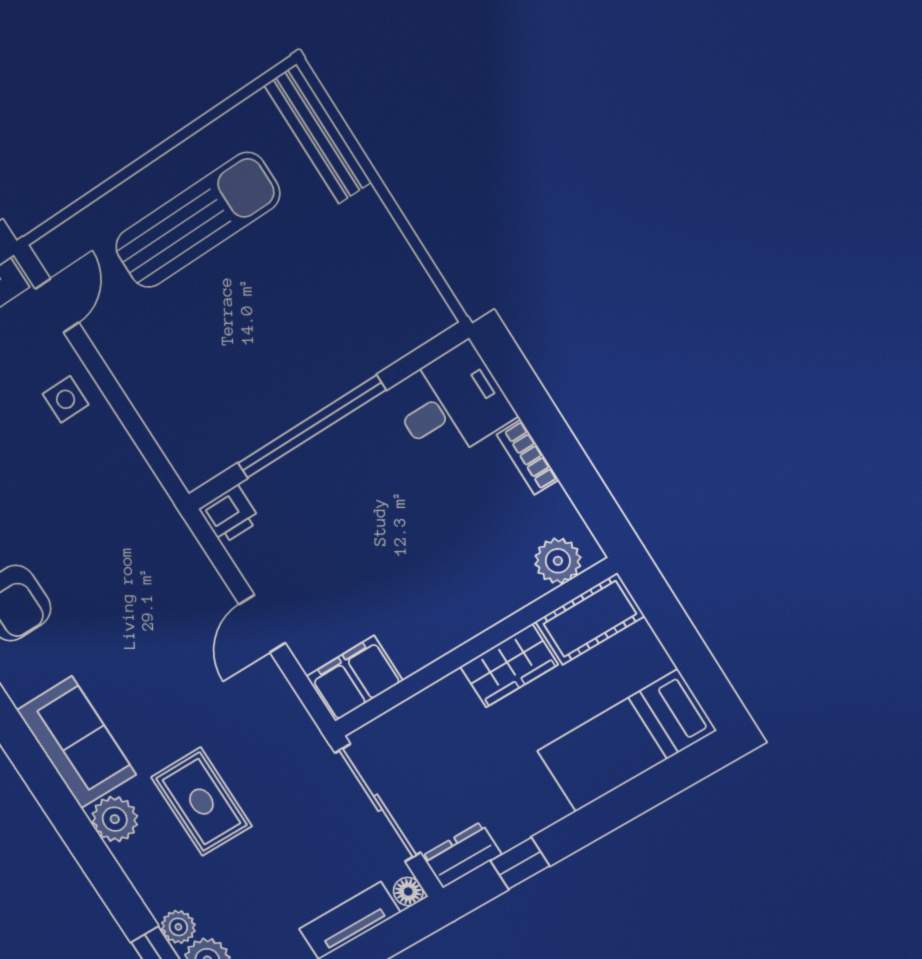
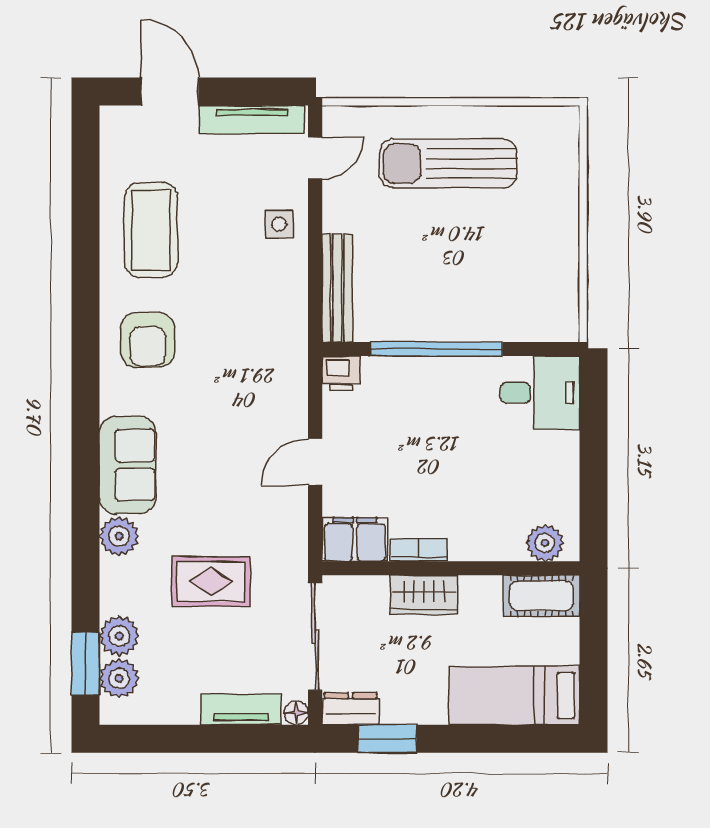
bench: (318, 134) -> (337, 288), moved
sun lounger: (197, 220) -> (448, 164), turned 180
bookcase: (528, 457) -> (419, 550), moved, turned 90
wardrobe: (509, 666) -> (424, 595), moved
rug: (201, 802) -> (211, 581), moved, turned 90
window: (520, 863) -> (387, 739), width x1.50
plant: (178, 927) -> (119, 636), width x1.38, depth x1.38

